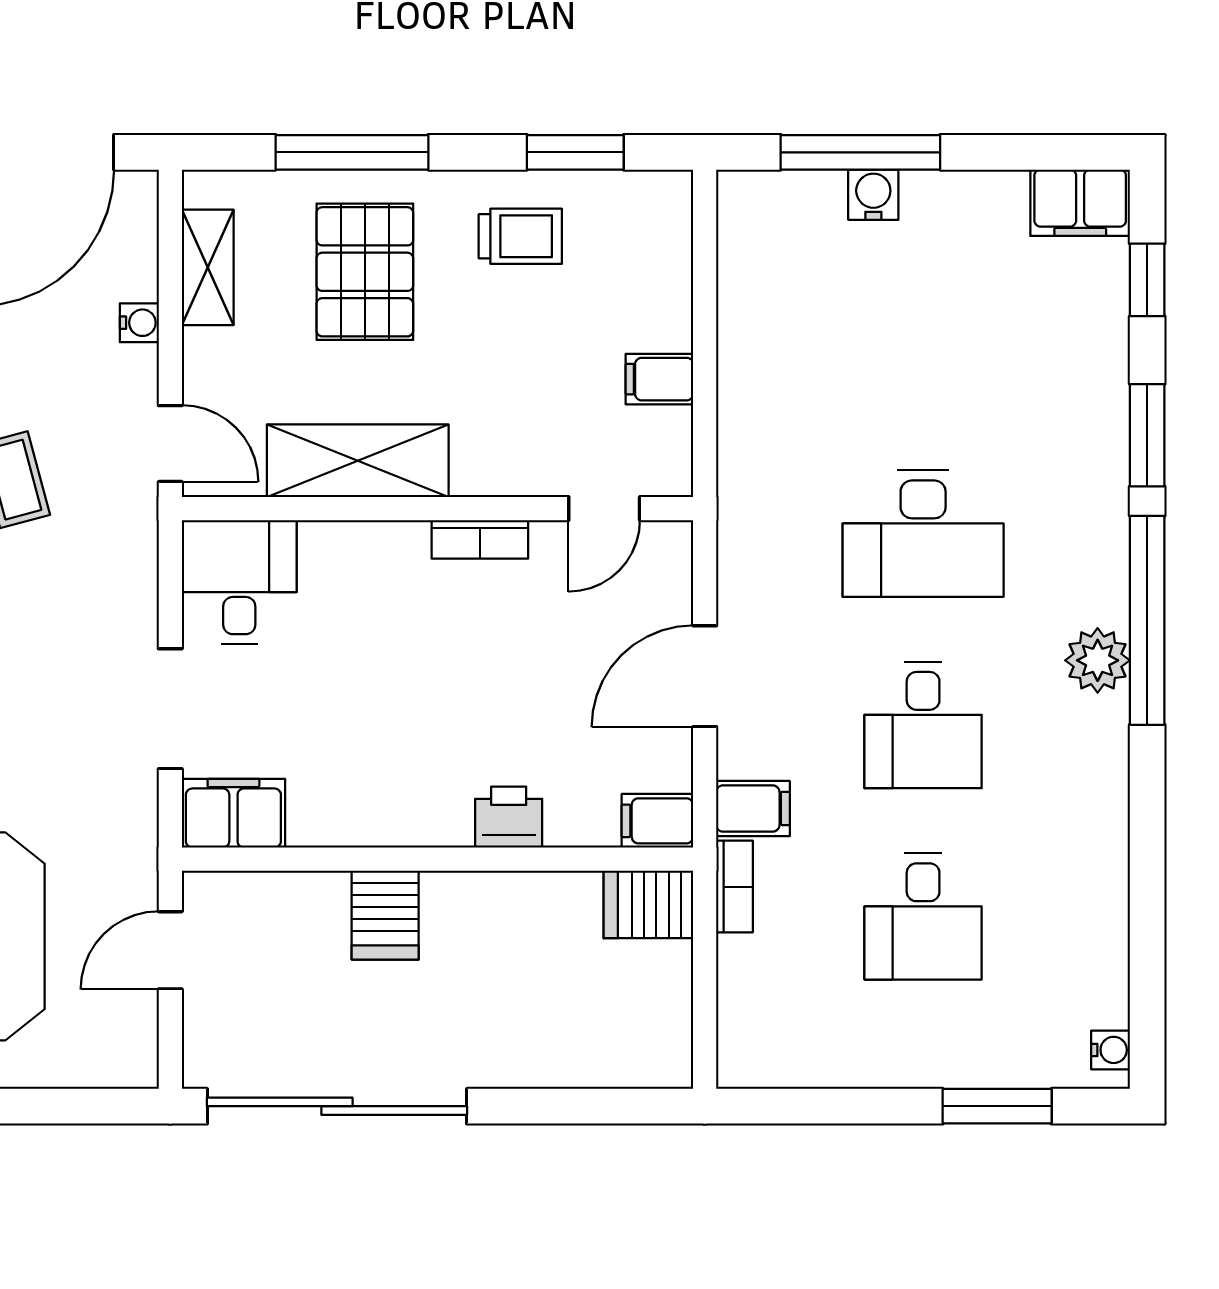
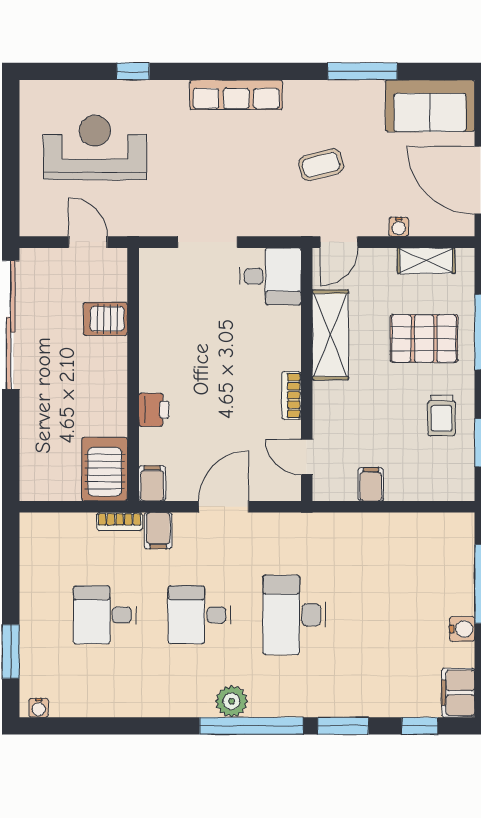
water cooler: (873, 195) -> (462, 629), moved
door: (705, 676) -> (224, 507), hinge flipped
filing cabinet: (233, 813) -> (156, 273), removed
server rack: (648, 904) -> (105, 469), width x1.36, depth x1.44
server rack: (385, 915) -> (105, 319), moved

